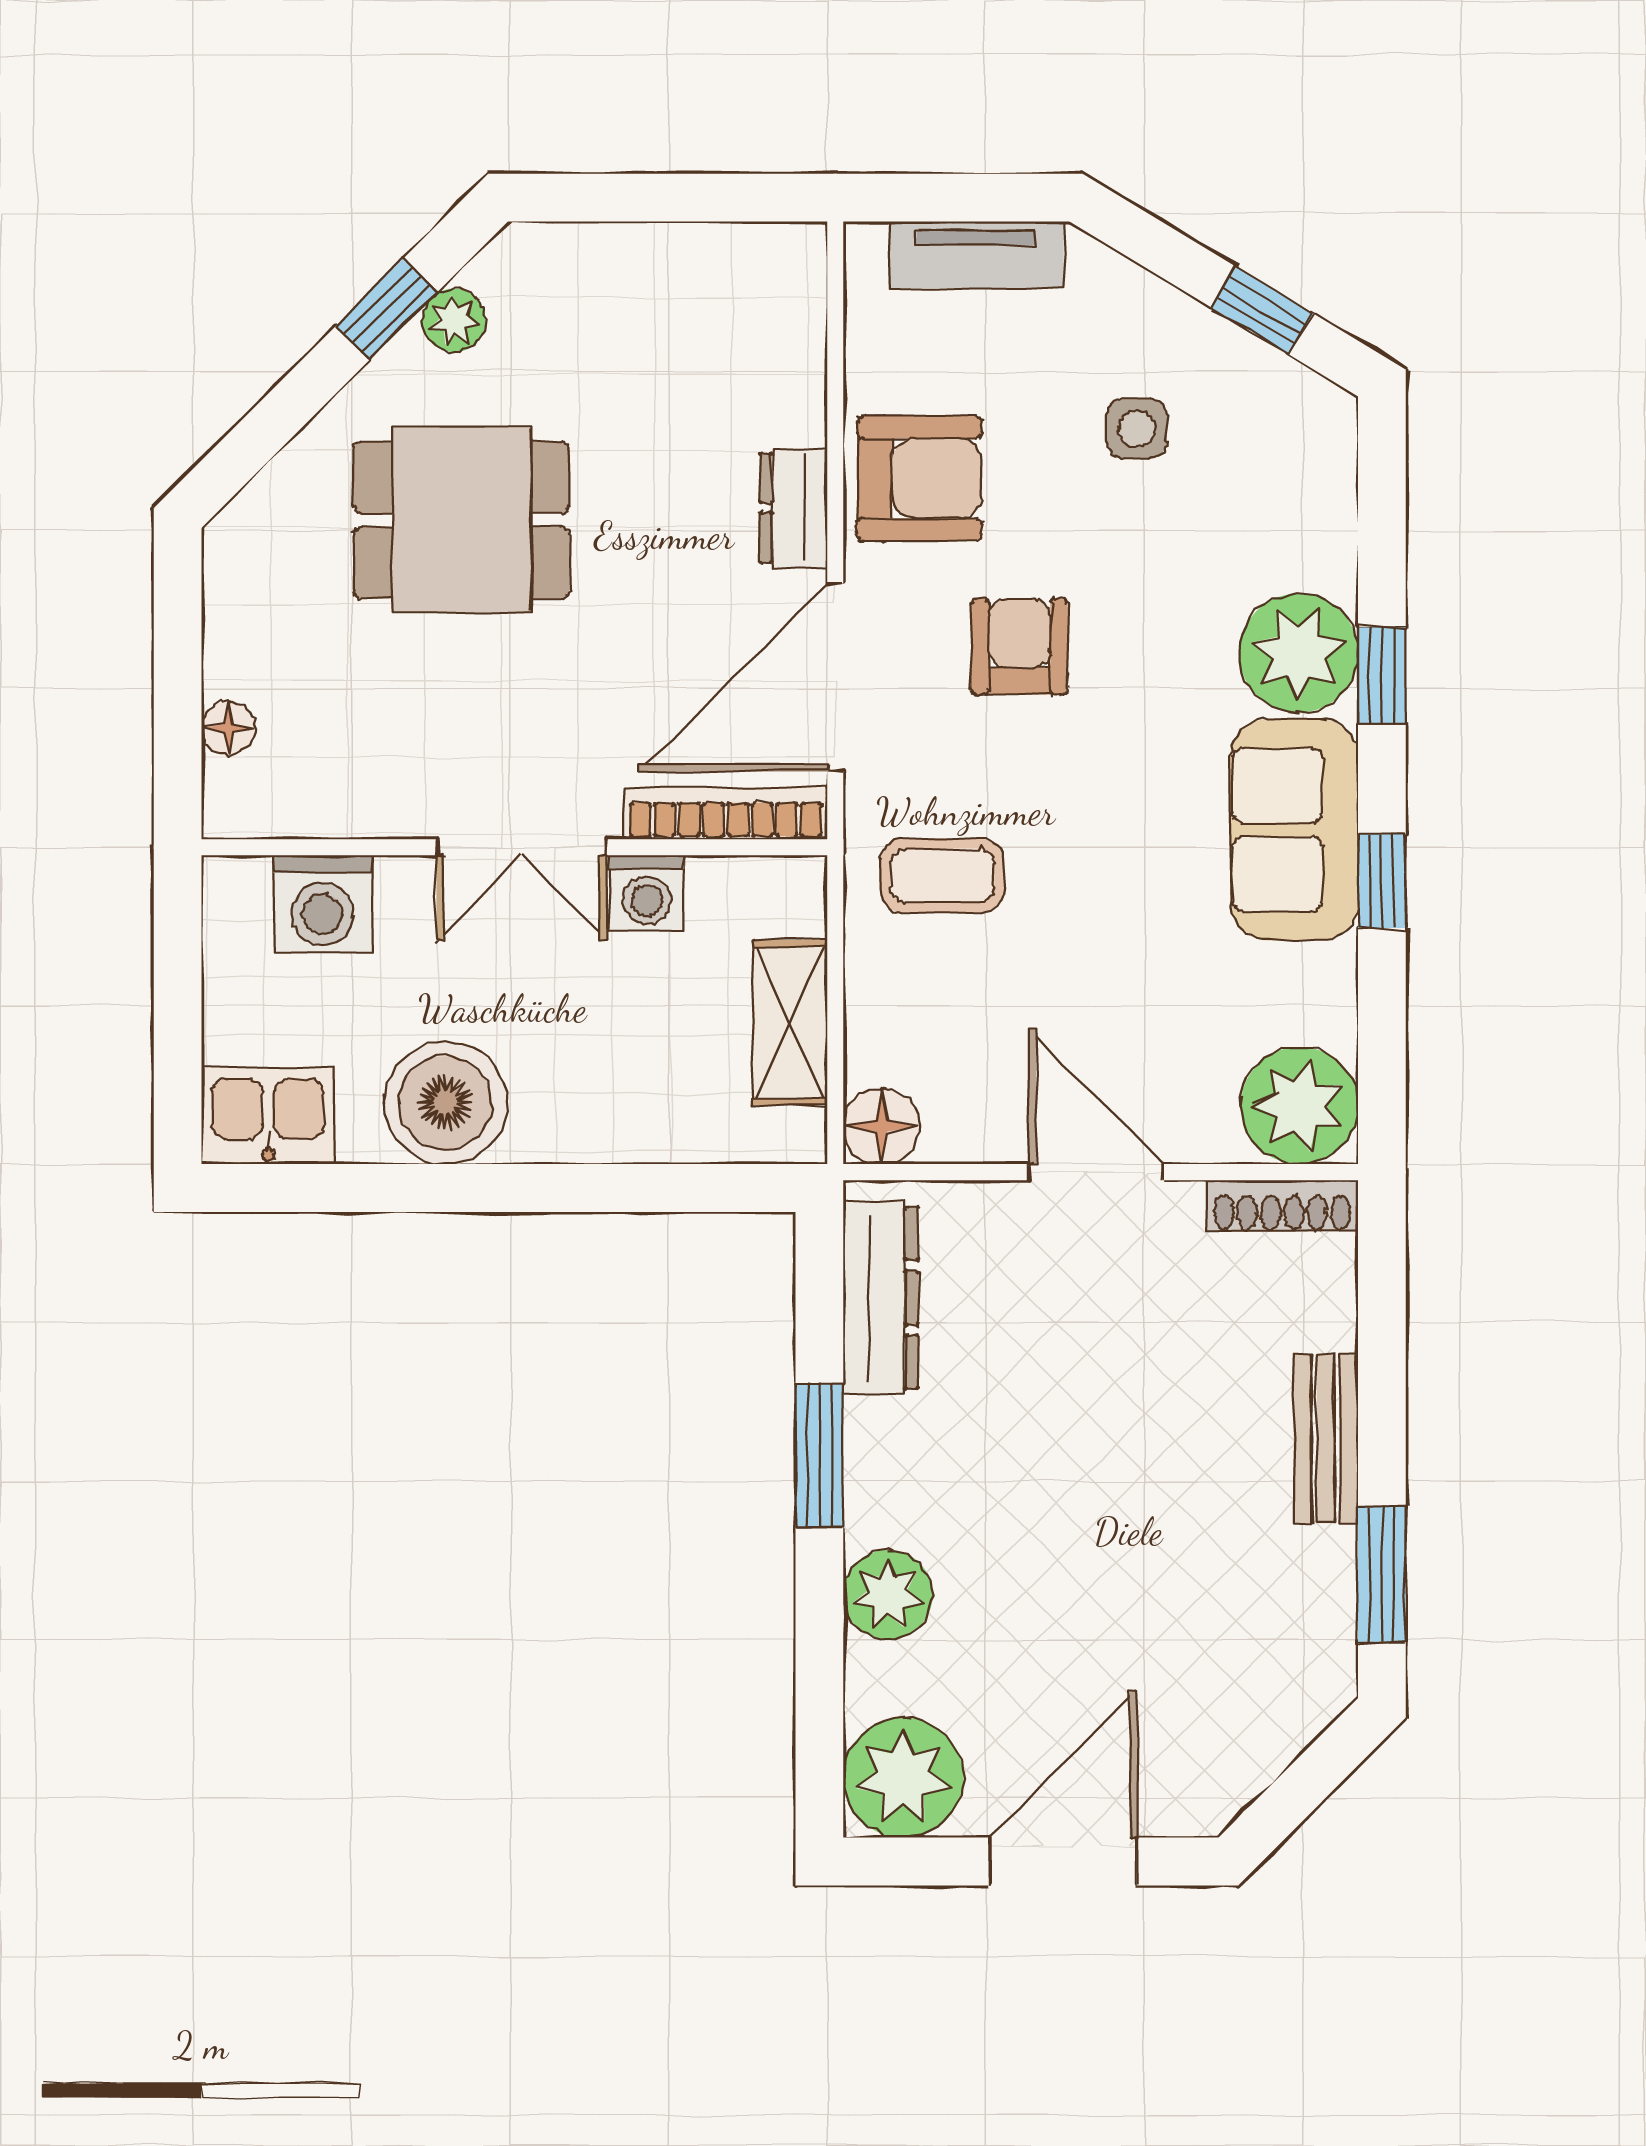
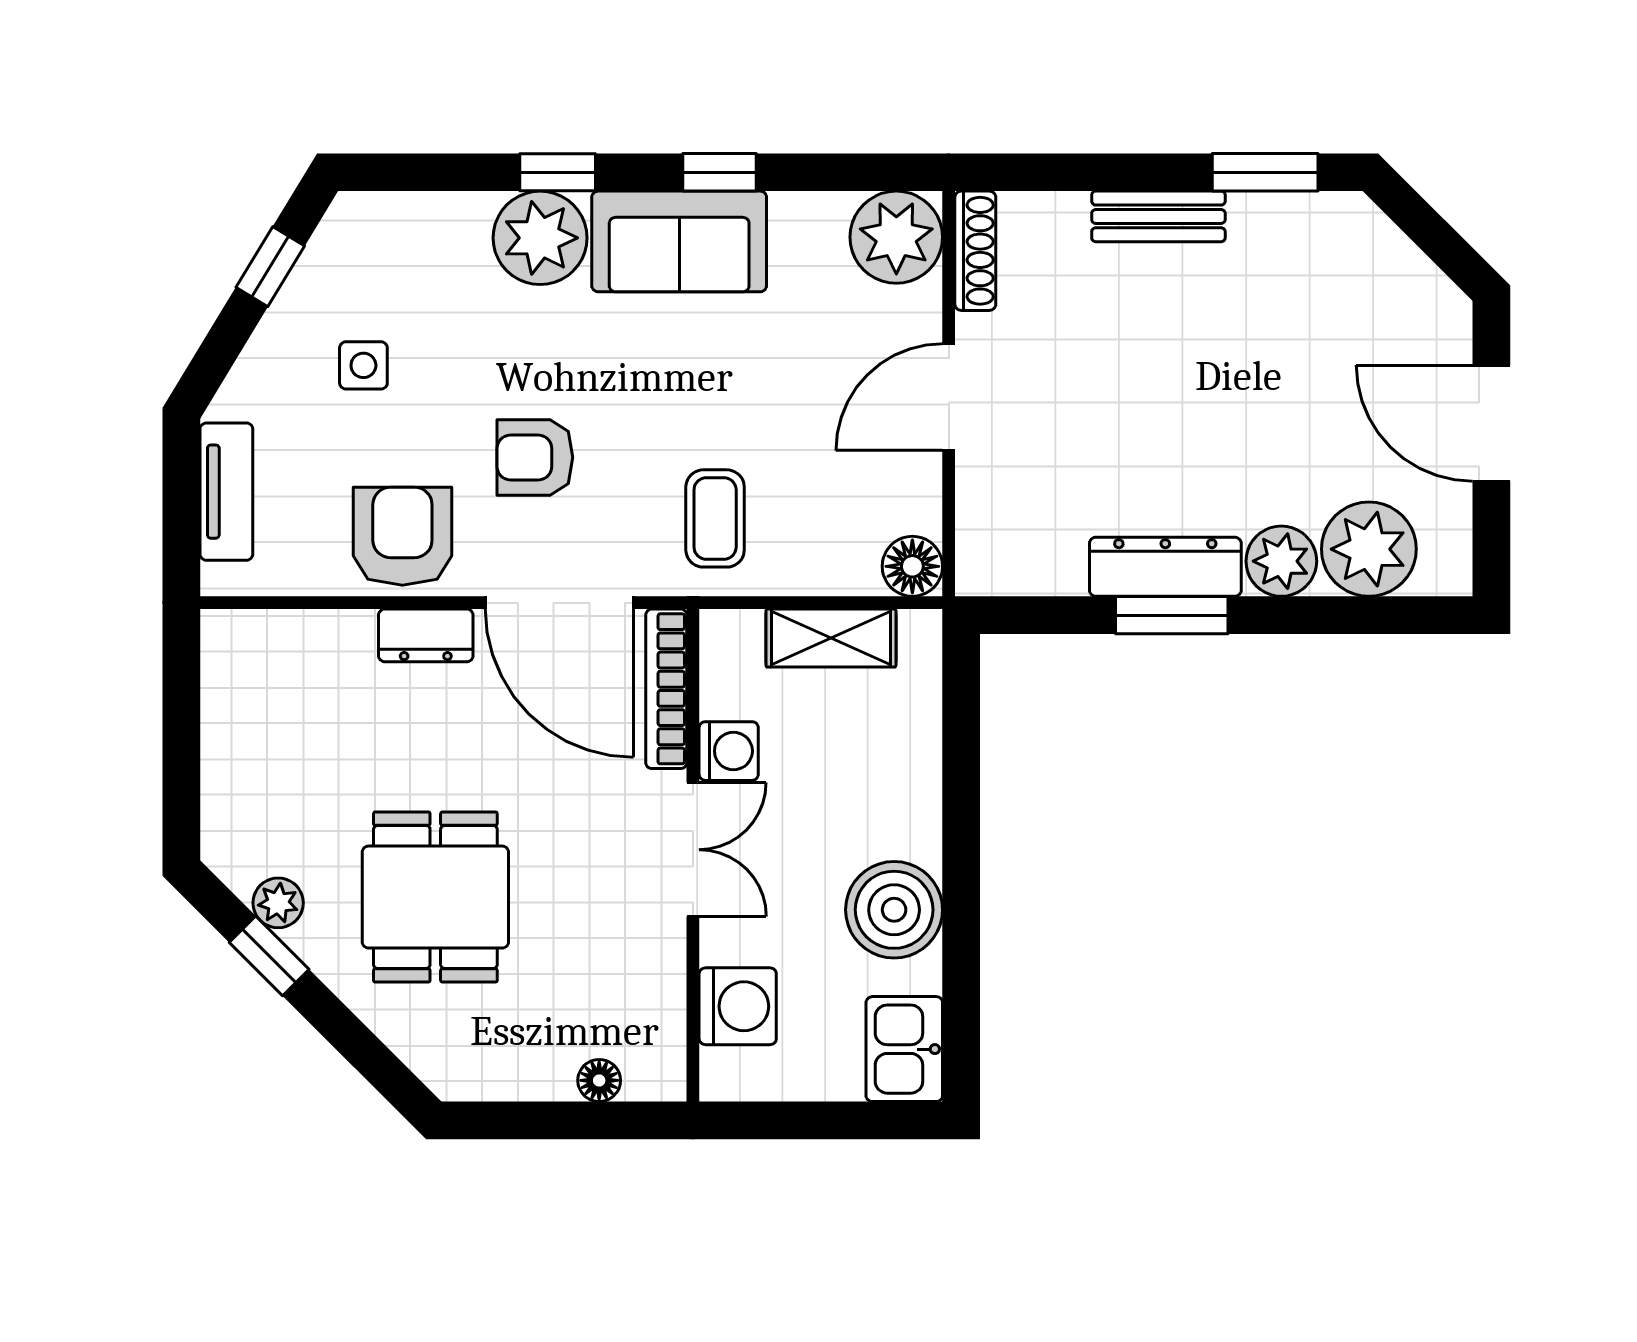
dresser: (881, 1298) -> (1165, 567), moved
plant: (903, 1778) -> (1369, 549), moved

